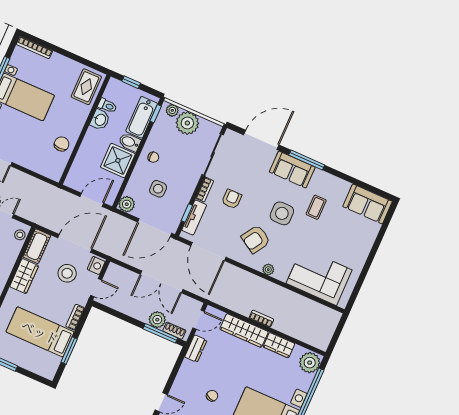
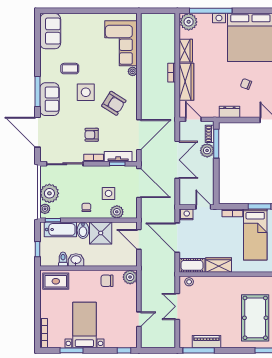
plant: (54, 171) -> (130, 277), added
plant: (127, 204) -> (117, 212), moved
plant: (268, 270) -> (133, 71), moved
stool: (67, 273) -> (202, 234), removed
dresser: (196, 349) -> (229, 112), moved

